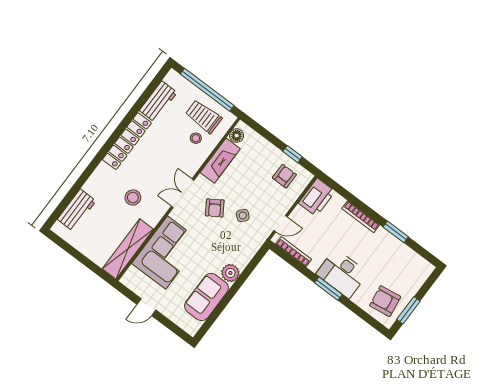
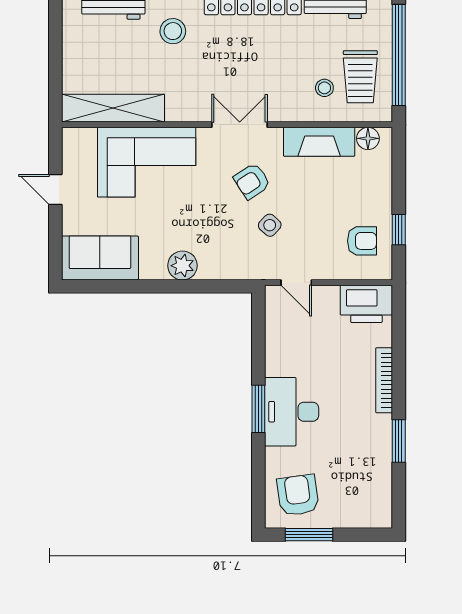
trolley: (204, 117) -> (360, 77), turned 180
stool: (133, 198) -> (173, 31), moved
bookcase: (294, 252) -> (273, 327), removed
sofa: (206, 297) -> (100, 258), moved

